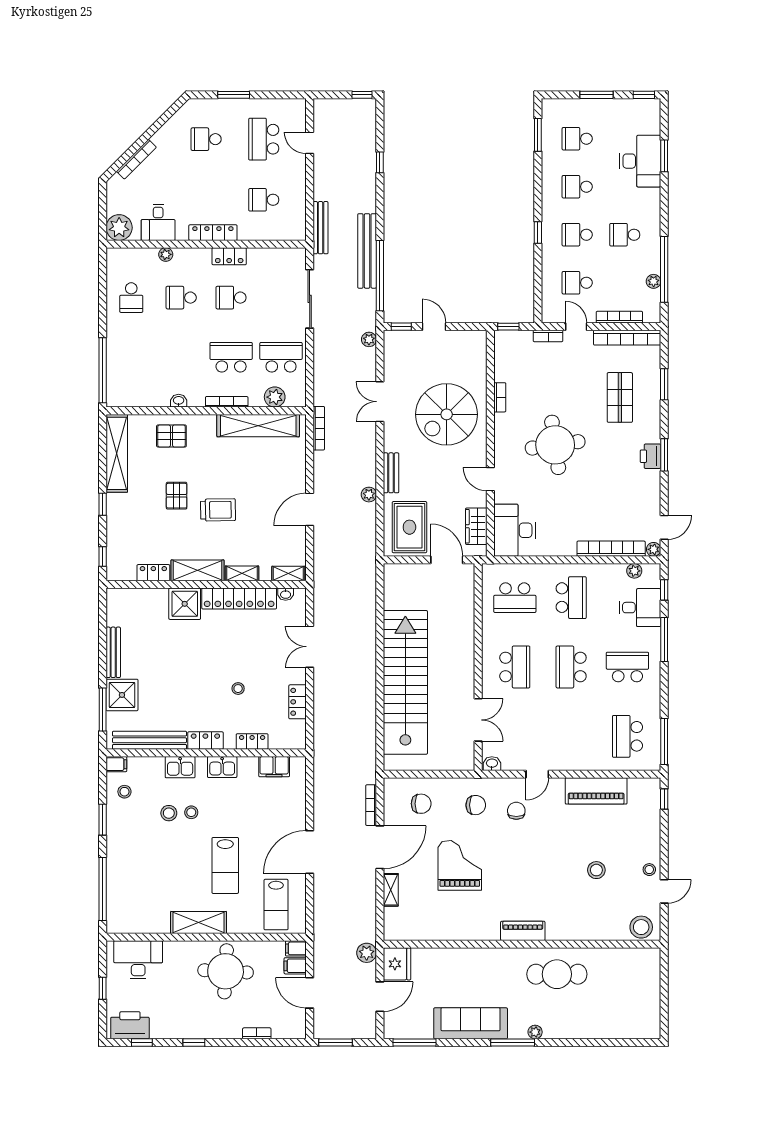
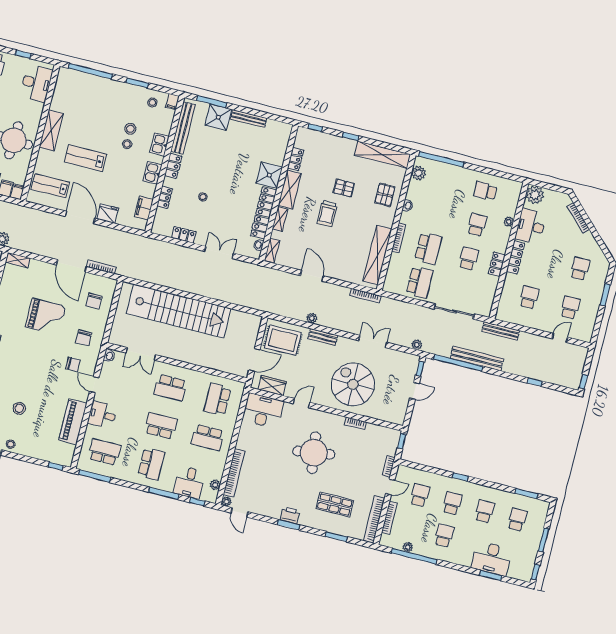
school desk: (264, 139) -> (570, 308), width x0.54
desk: (158, 222) -> (531, 226), width x1.37
plant: (275, 397) -> (418, 173), moved
desk: (576, 752) -> (102, 415), added
fridge: (295, 815) -> (108, 214), added
shelving: (391, 890) -> (18, 260), moved

